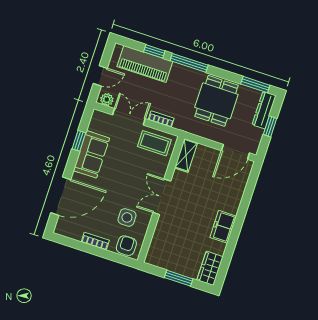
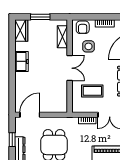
coffee table: (154, 143) -> (92, 91), moved
shelving: (186, 155) -> (62, 37), moved

